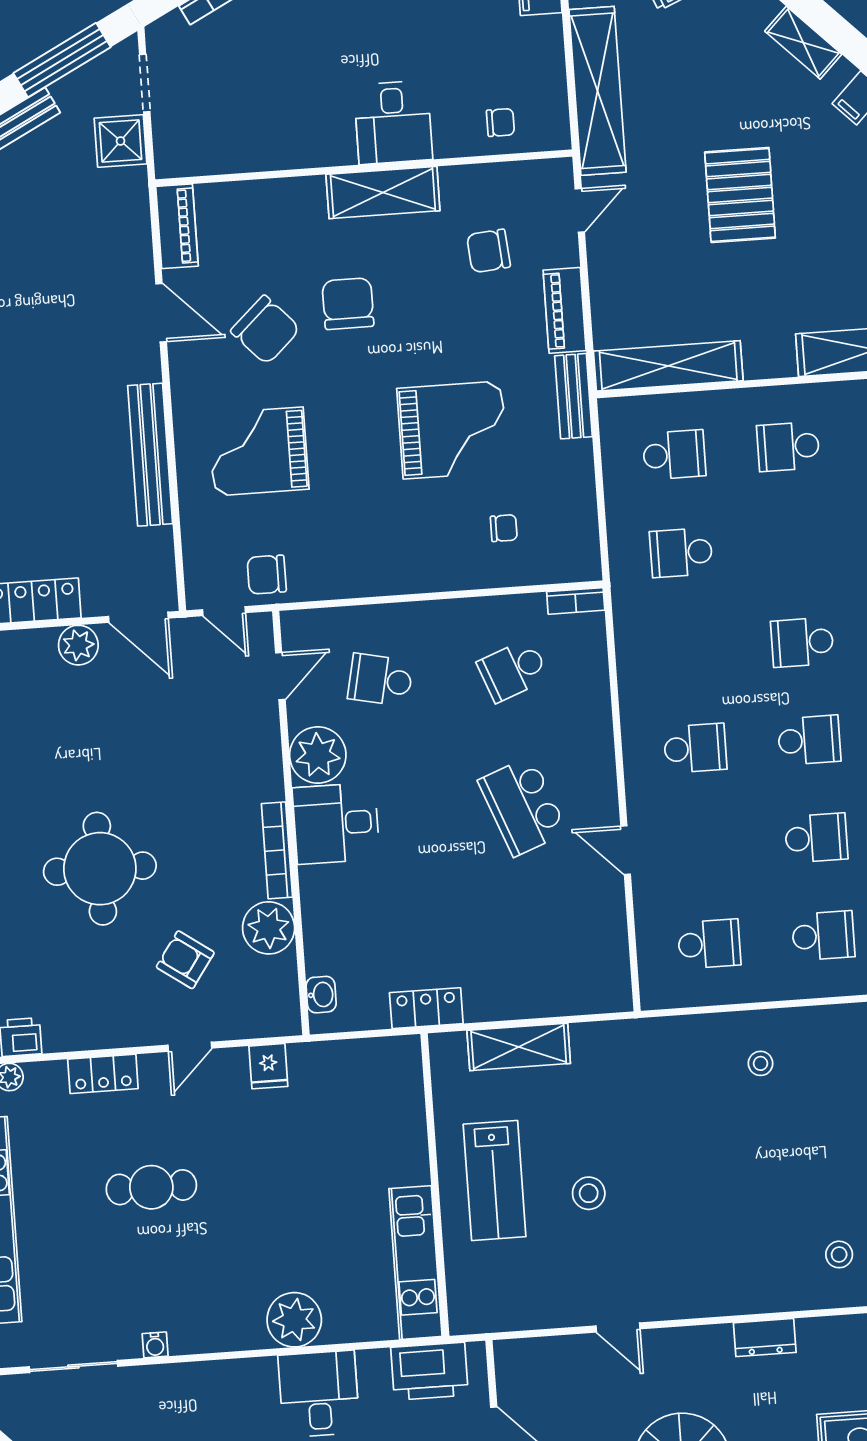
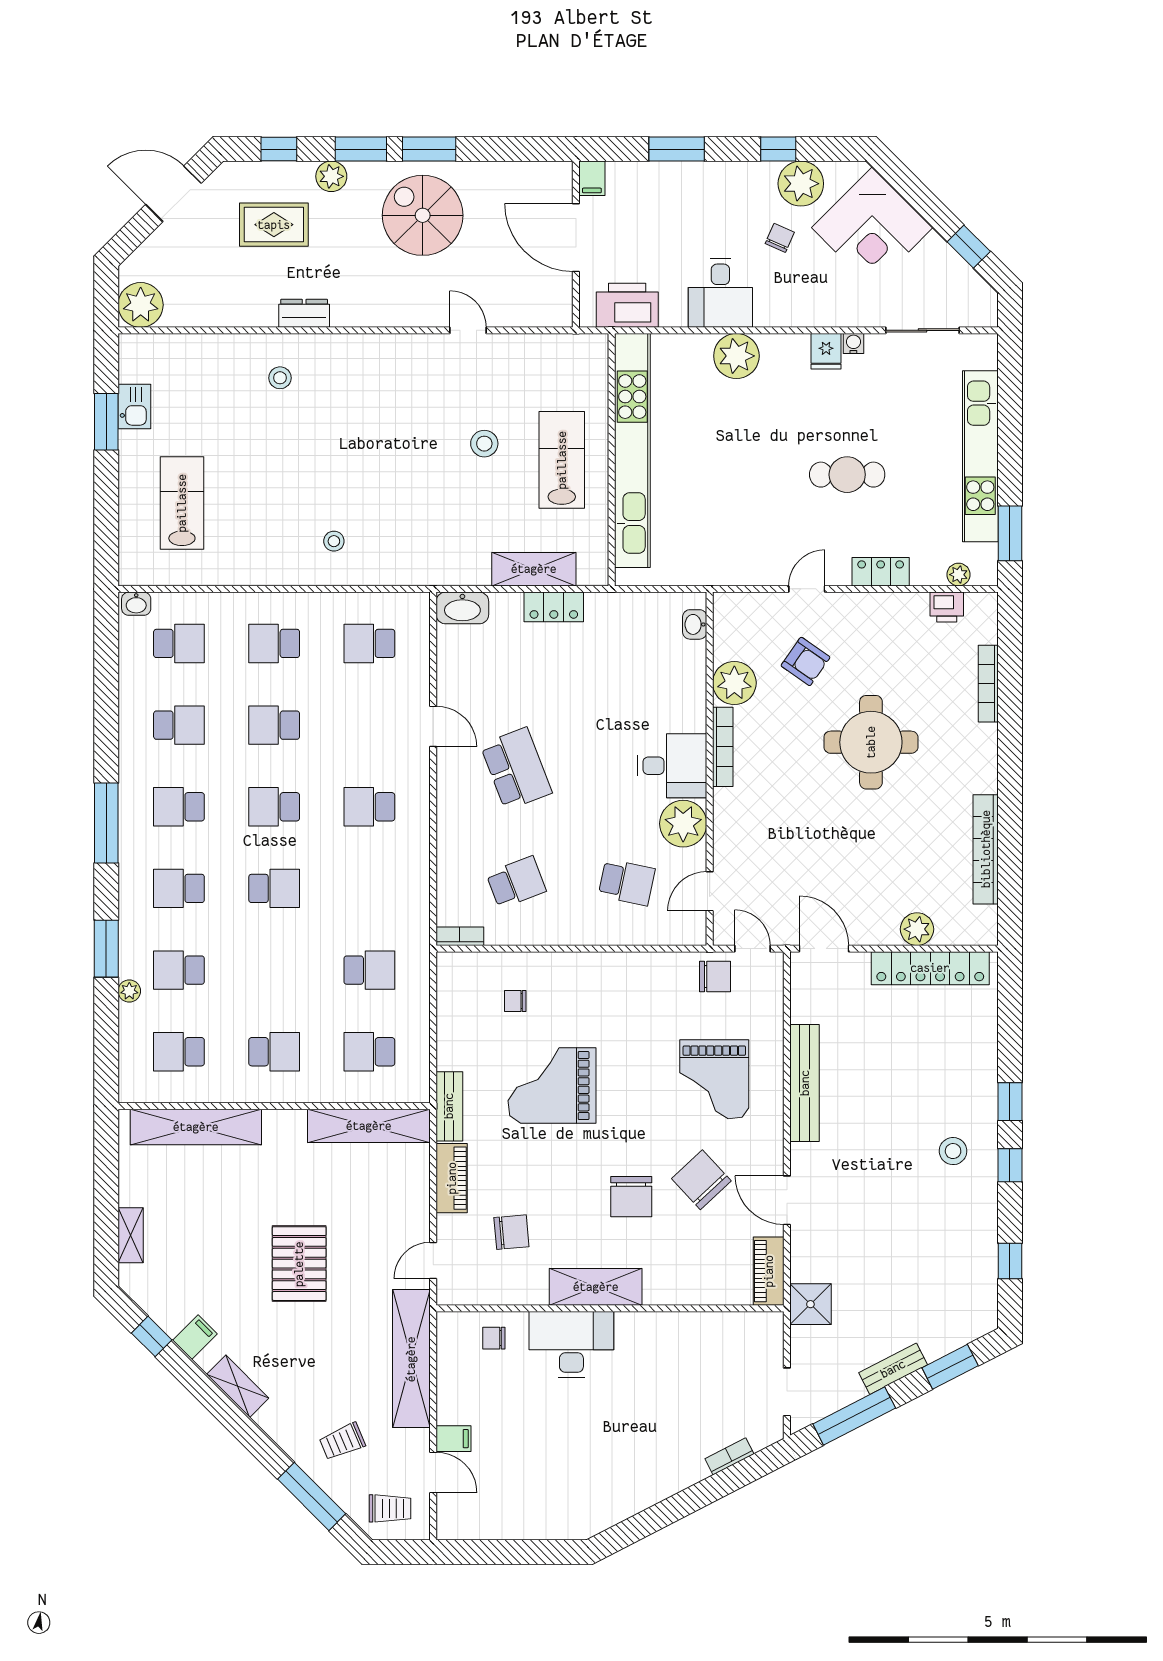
desk: (393, 122) -> (571, 1345), width x1.37
shower: (121, 141) -> (810, 1304), moved
grand piano: (259, 451) -> (714, 1079), turned 90
plant: (78, 645) -> (917, 929), moved
washbasin: (601, 994) -> (462, 608), added
locker: (426, 1008) -> (554, 607), moved
fridge: (268, 1066) -> (826, 351), moved, turned 180
kitchen unit: (415, 1263) -> (632, 450), width x1.86
dresser: (765, 1338) -> (304, 313), moved

